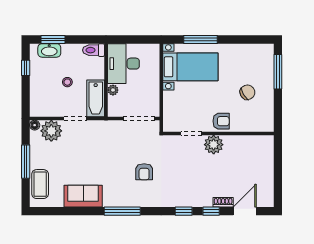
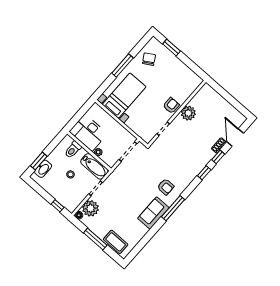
window: (200, 39) -> (123, 66), moved
toilet: (94, 50) -> (73, 150), moved
window: (26, 68) -> (58, 206), moved
window: (278, 72) -> (171, 47), width x0.69
chair: (247, 92) -> (149, 59), moved
plant: (214, 145) -> (188, 113), moved
armchair: (144, 172) -> (166, 187), moved
sofa: (83, 196) -> (153, 213), moved

